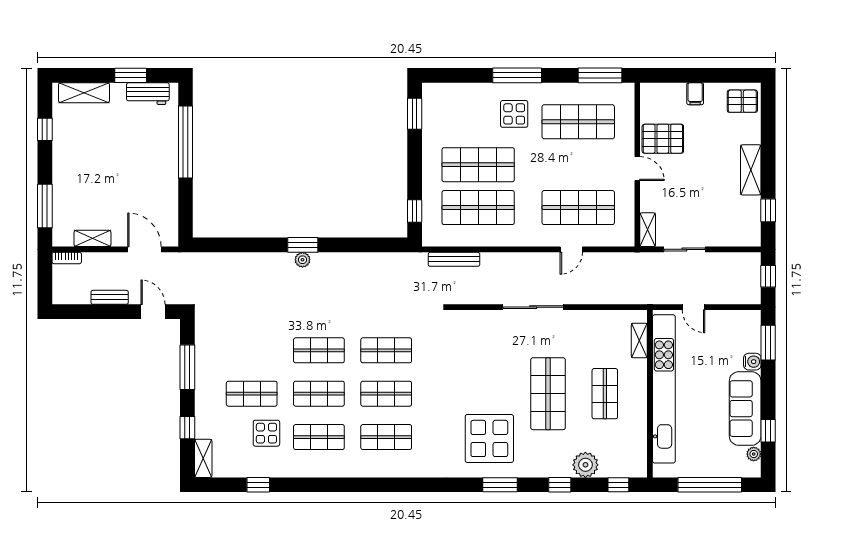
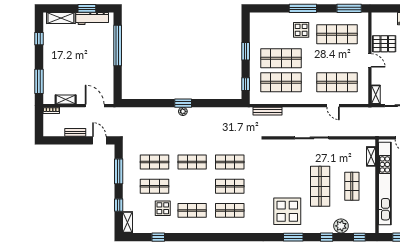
workbench: (148, 94) -> (92, 19), width x1.38
window: (415, 114) -> (246, 51), moved
door: (571, 249) -> (333, 106), hinge flipped
shop shelf: (319, 394) -> (155, 162), moved

